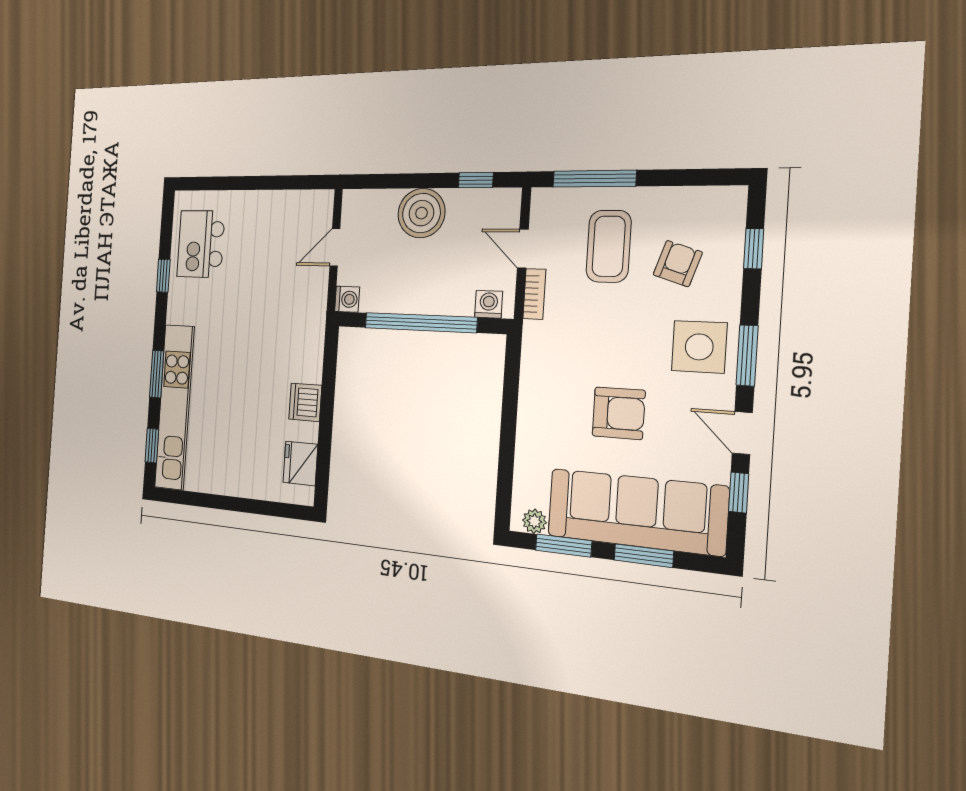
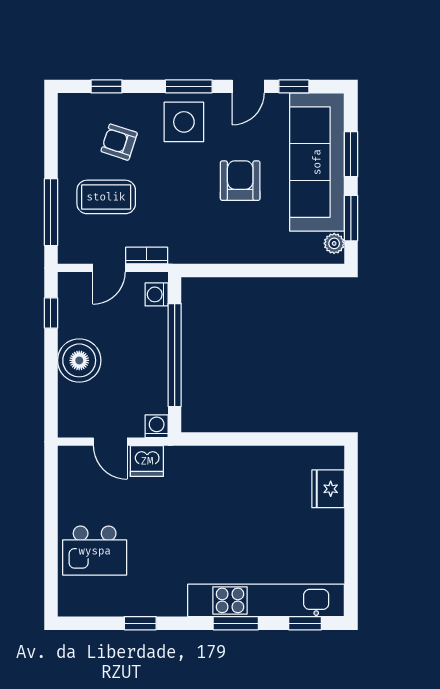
kitchen island: (201, 244) -> (95, 551), moved
dishwasher: (305, 402) -> (147, 461), moved
fridge: (300, 463) -> (328, 489), moved, turned 90

